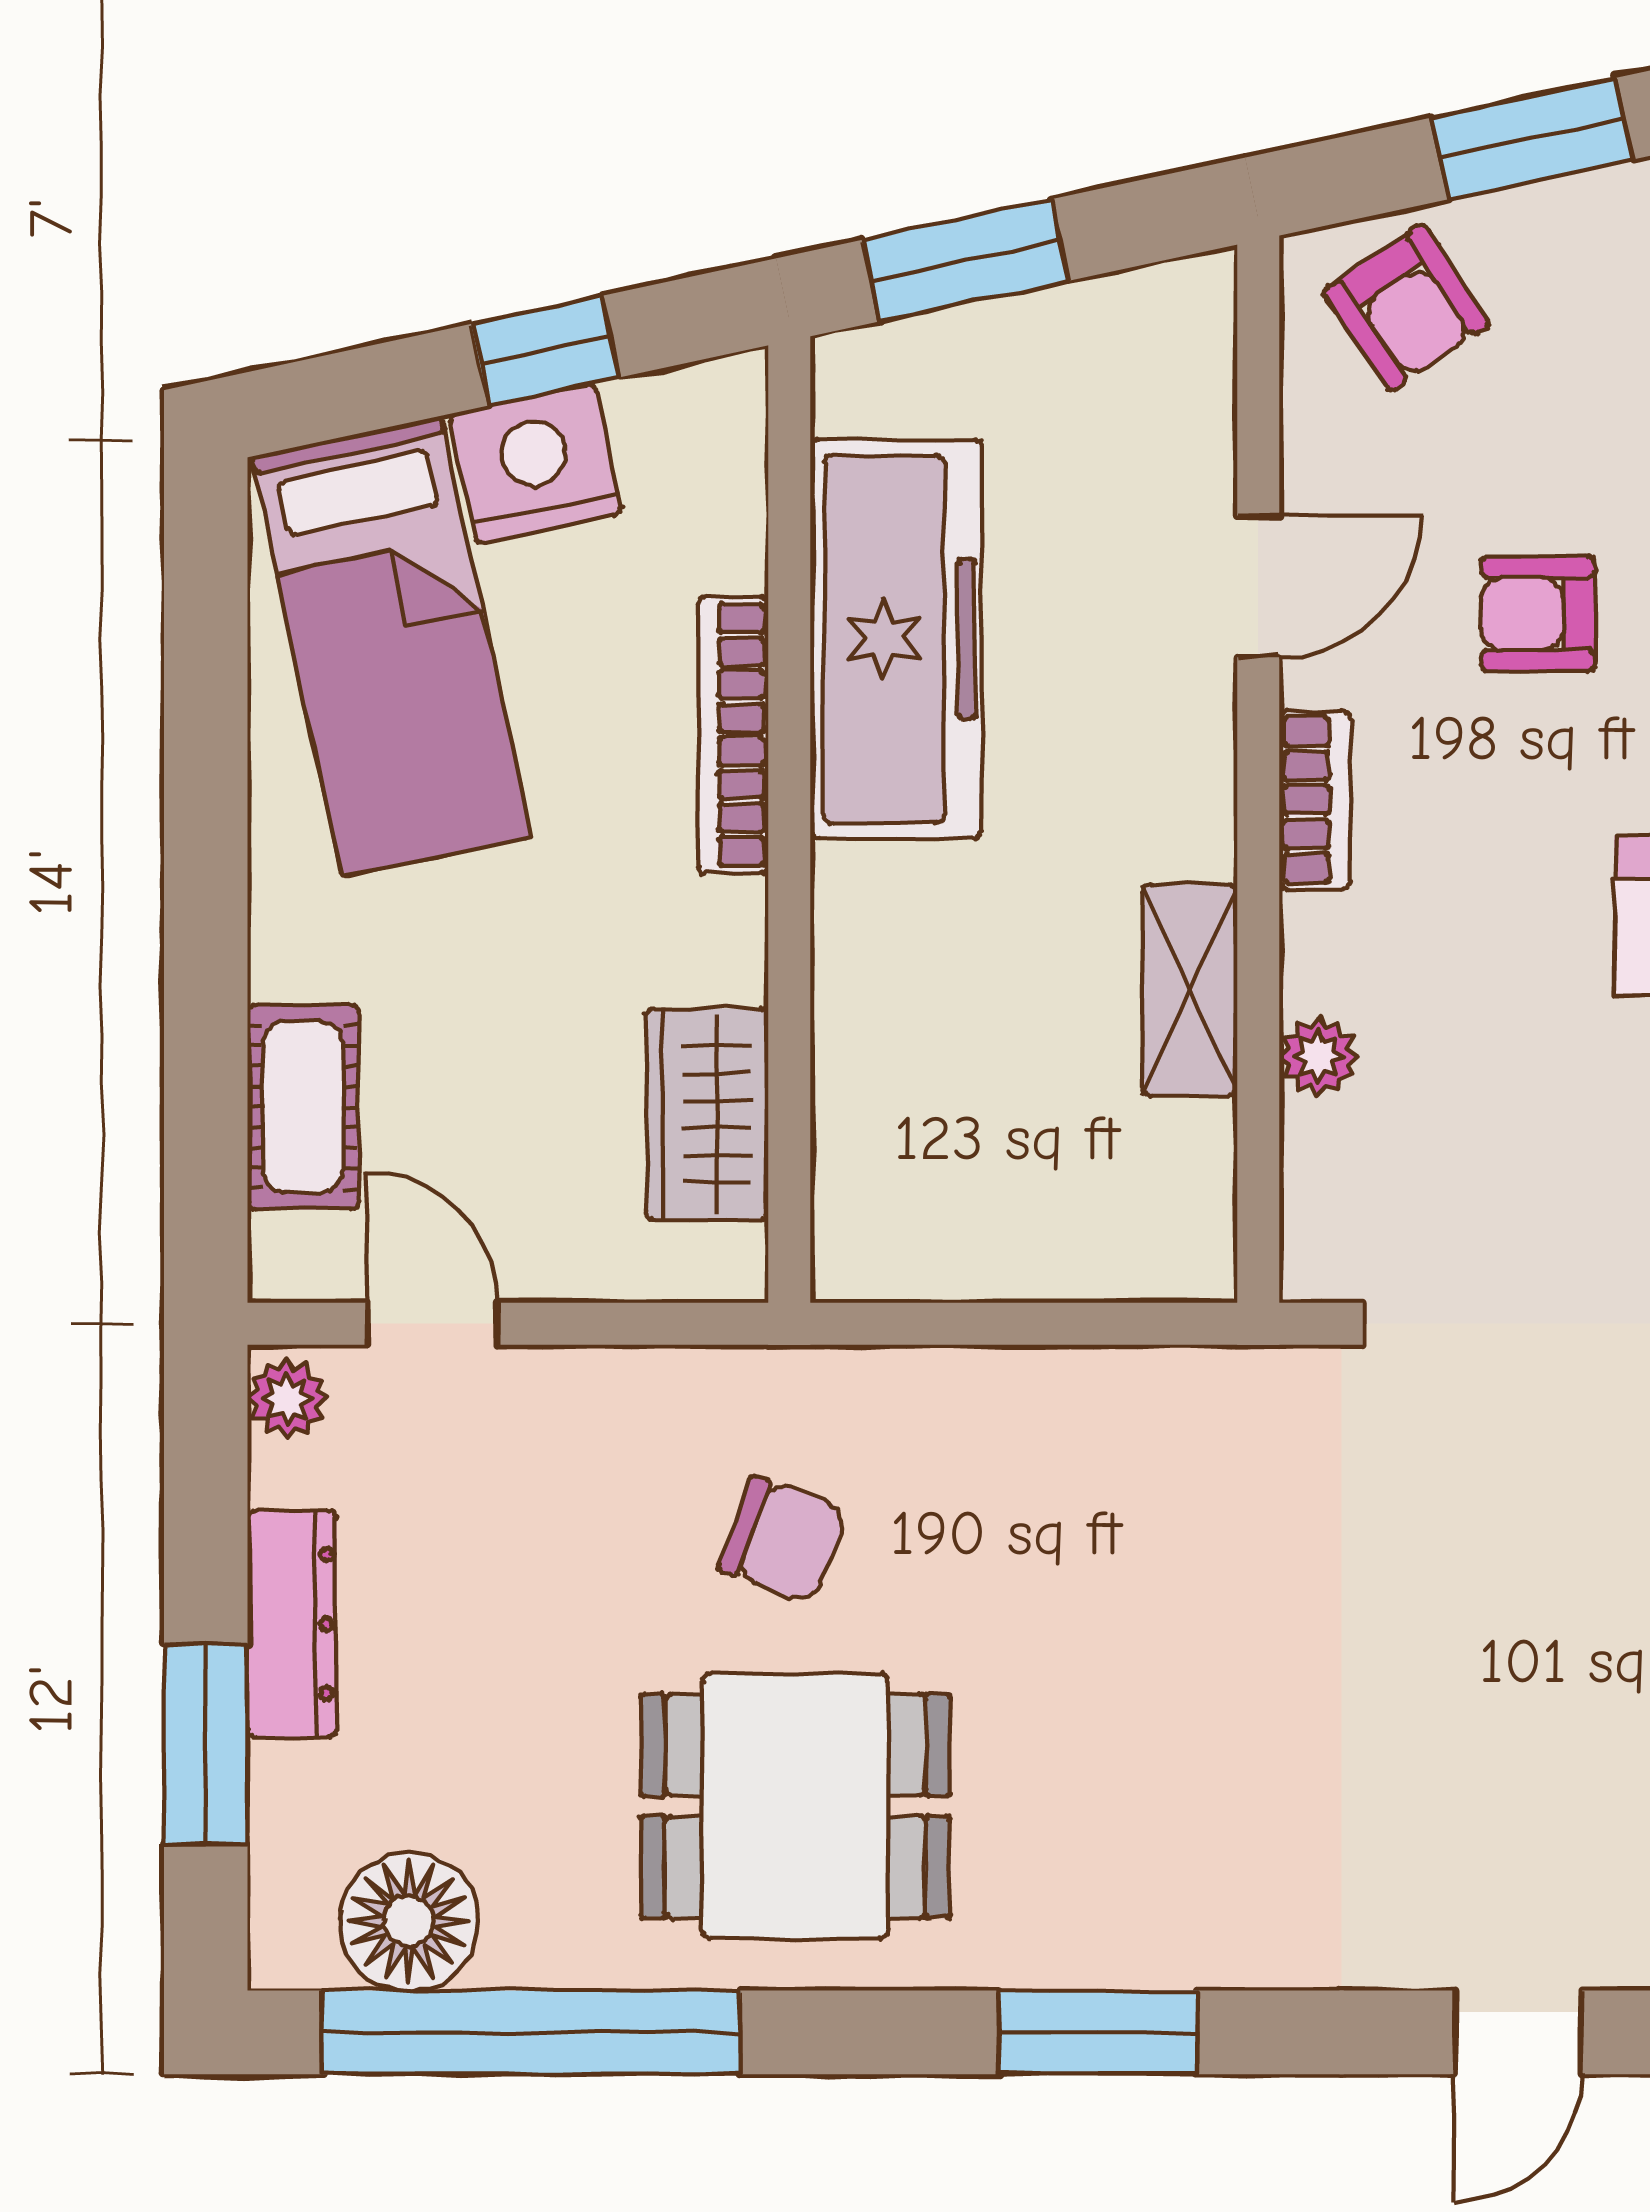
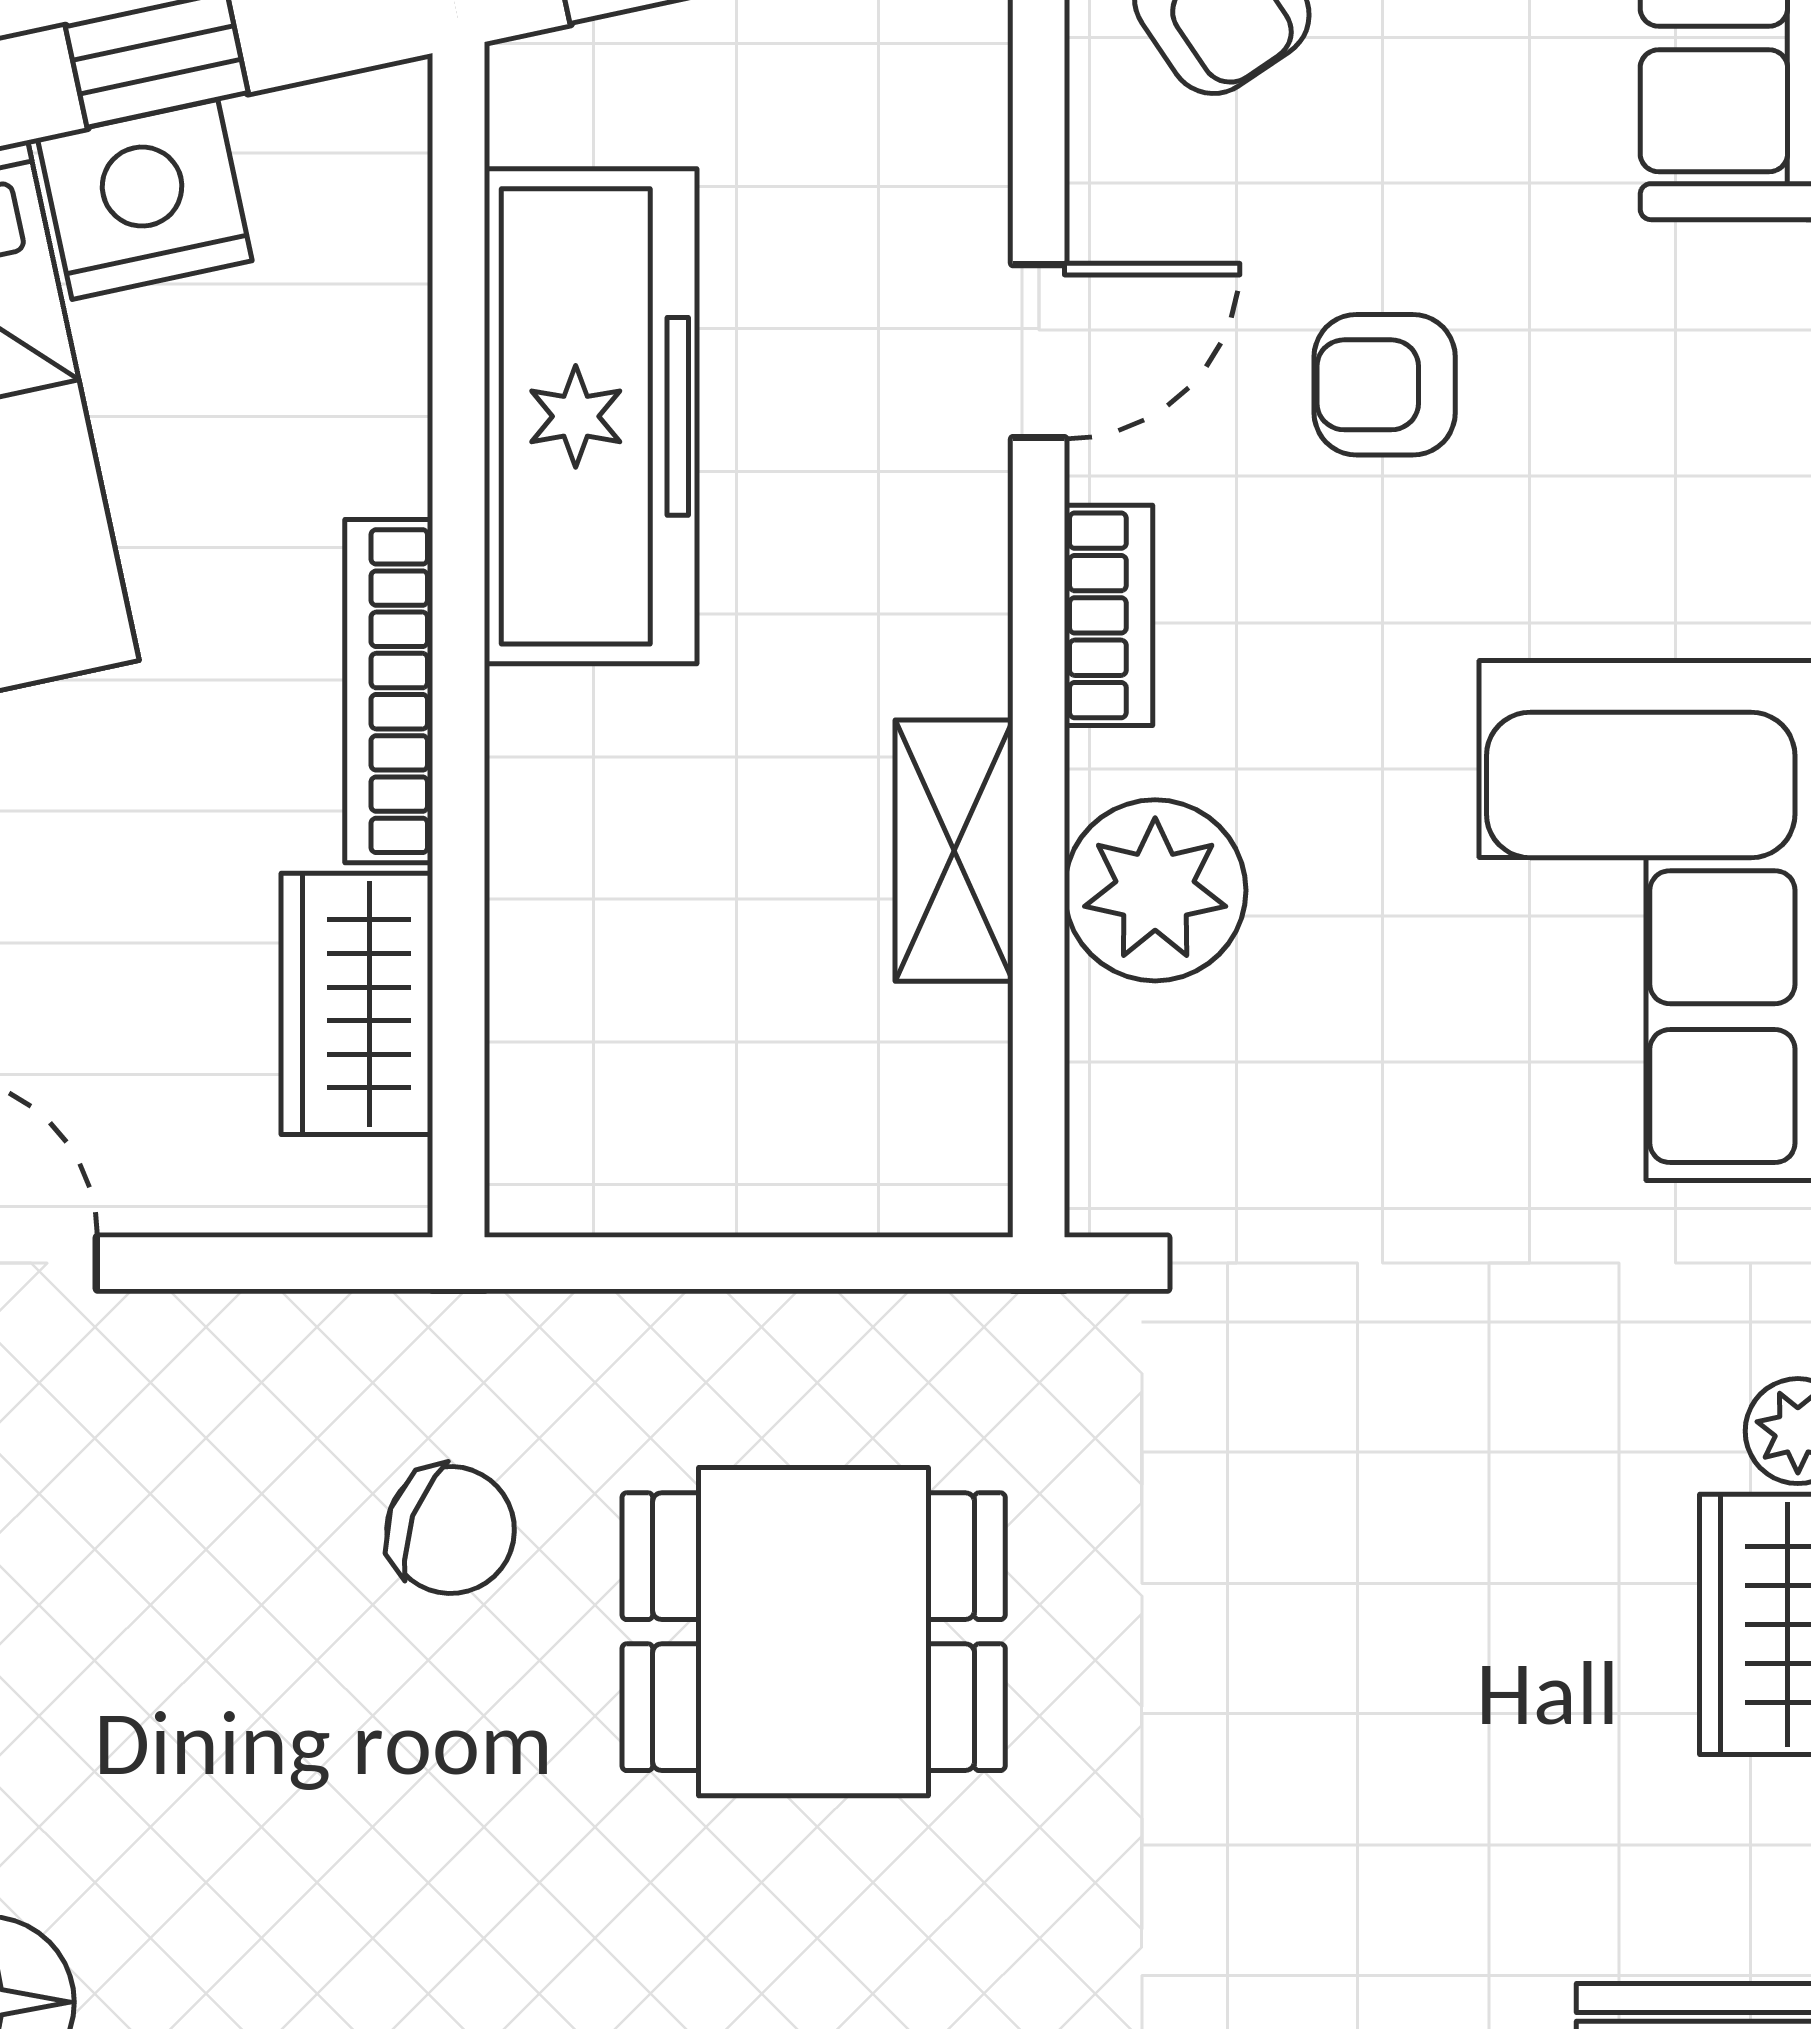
bookcase: (733, 735) -> (389, 691), moved
plant: (1318, 1057) -> (1155, 890), width x1.88, depth x1.88
dining table: (795, 1806) -> (814, 1632), moved

